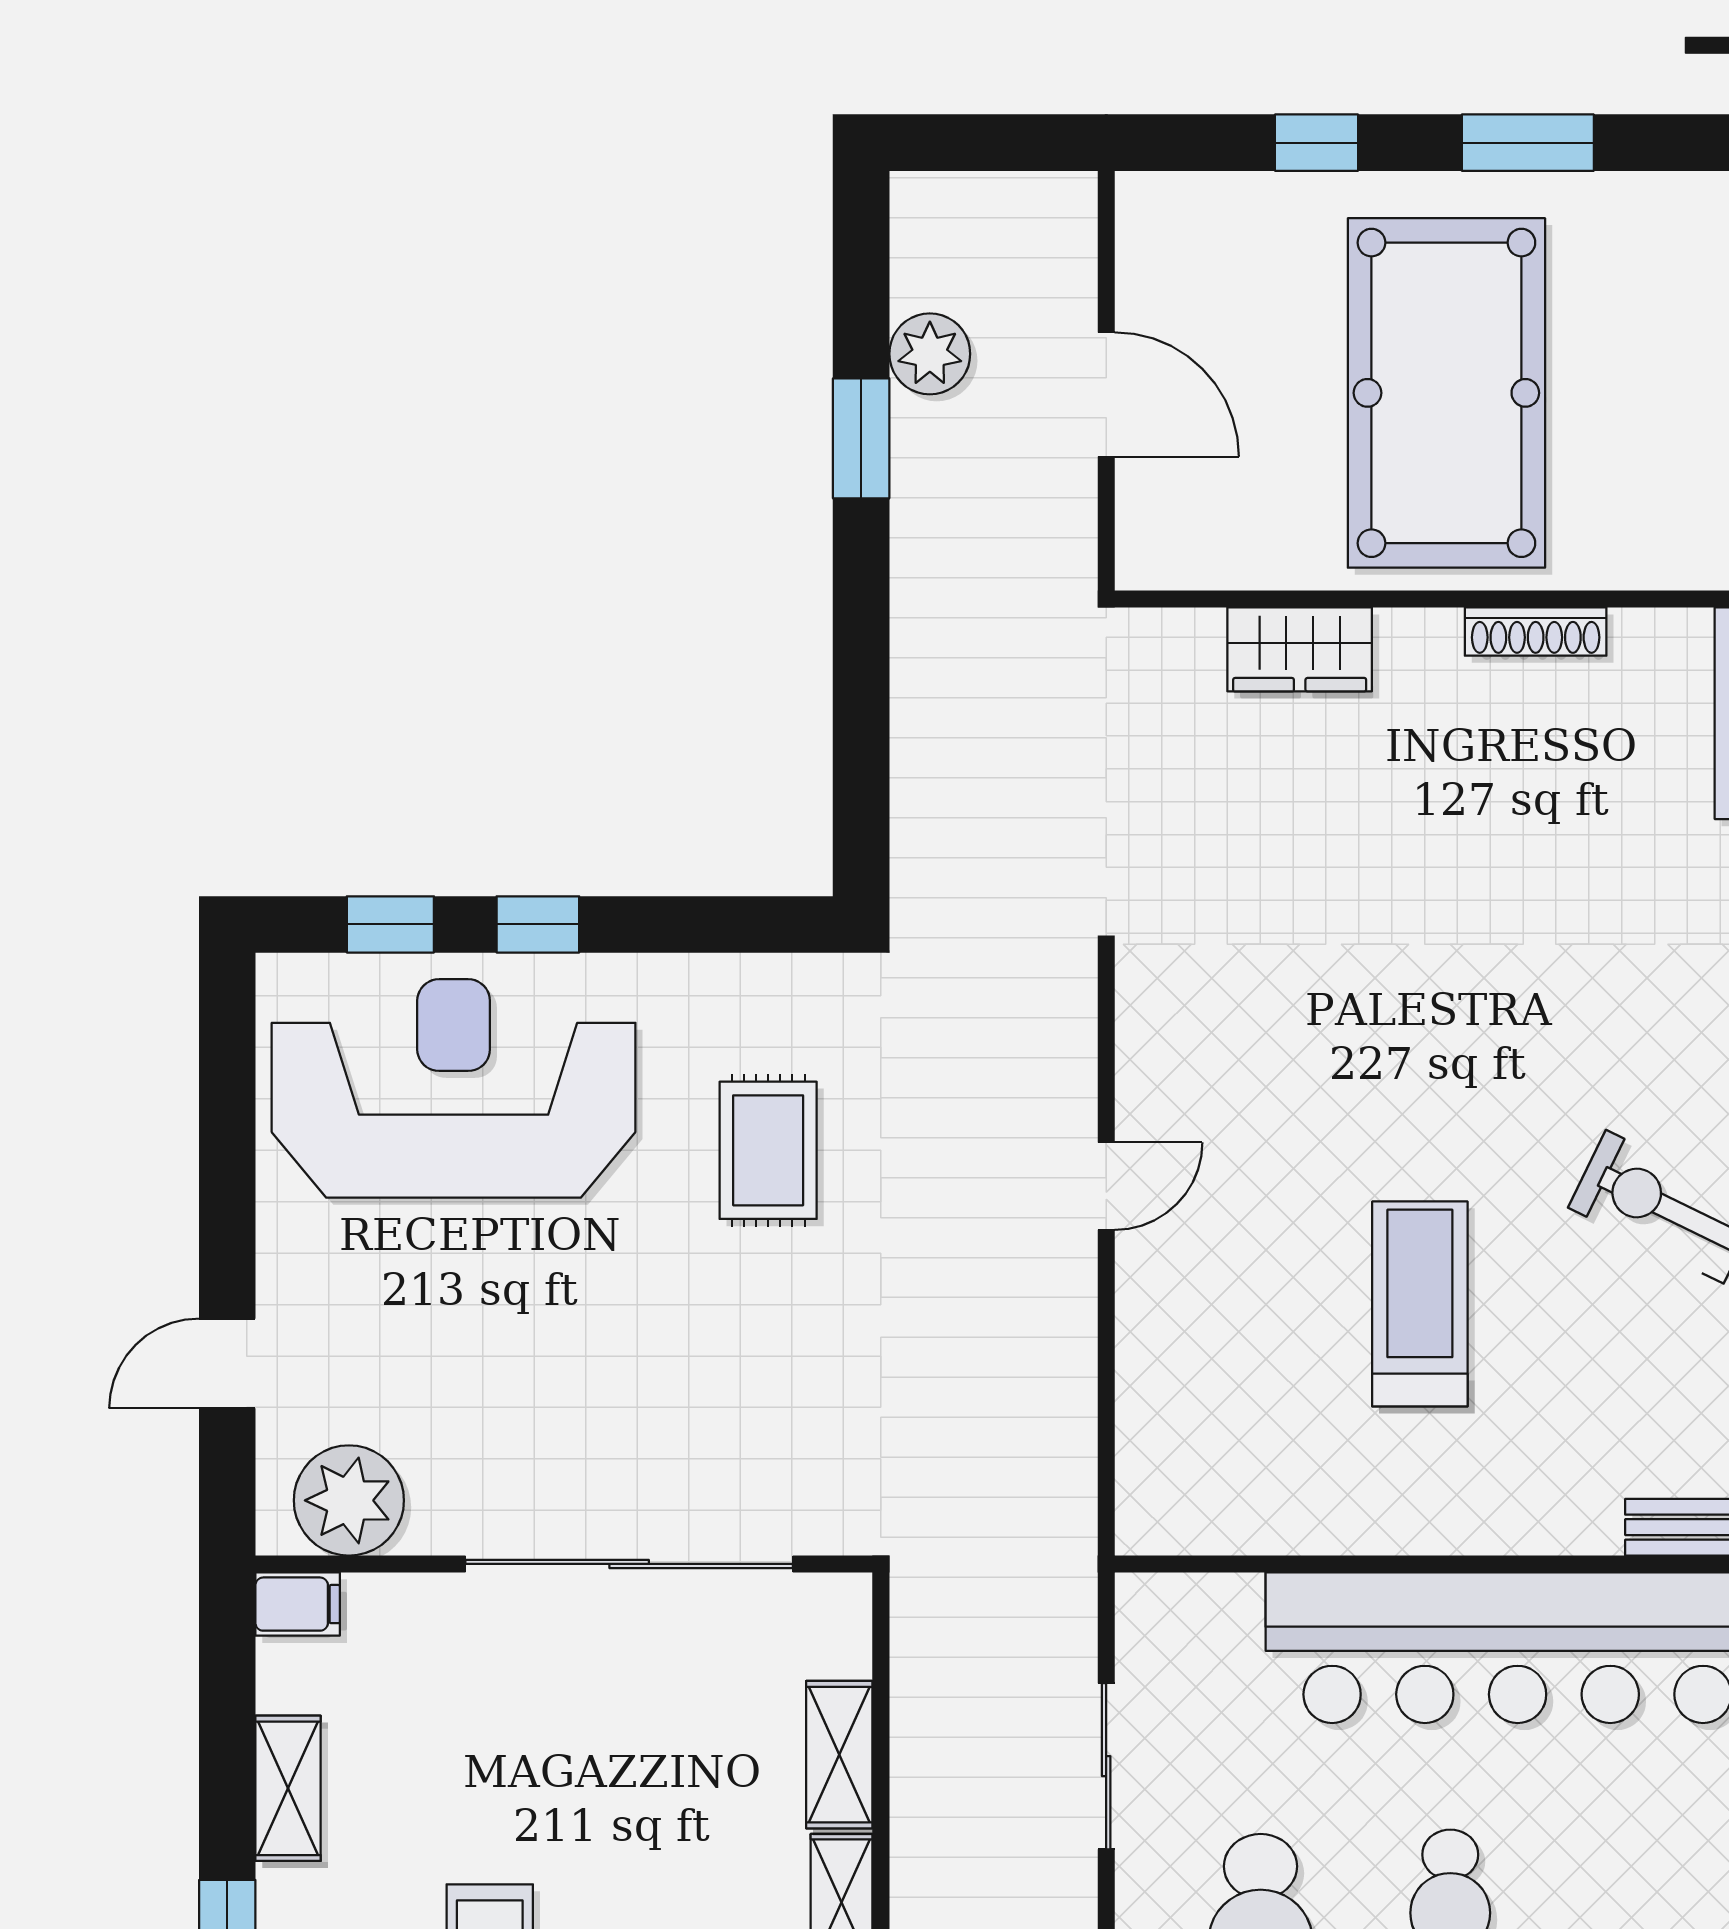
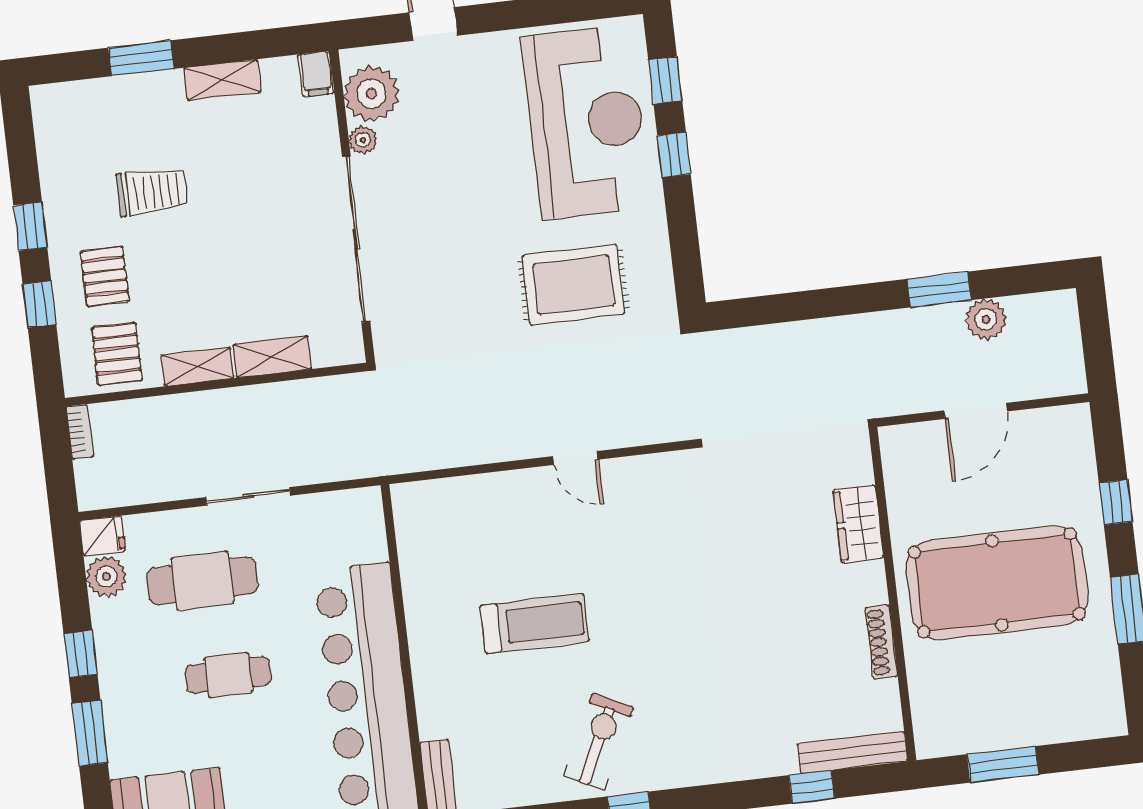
rug: (768, 1150) -> (573, 285), width x1.36, depth x1.43
plant: (437, 1528) -> (363, 140), added
sliding door: (1106, 1766) -> (248, 496), moved

